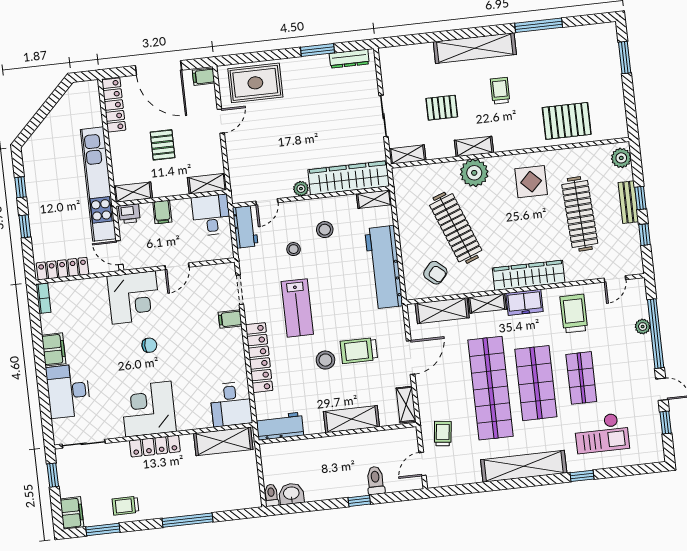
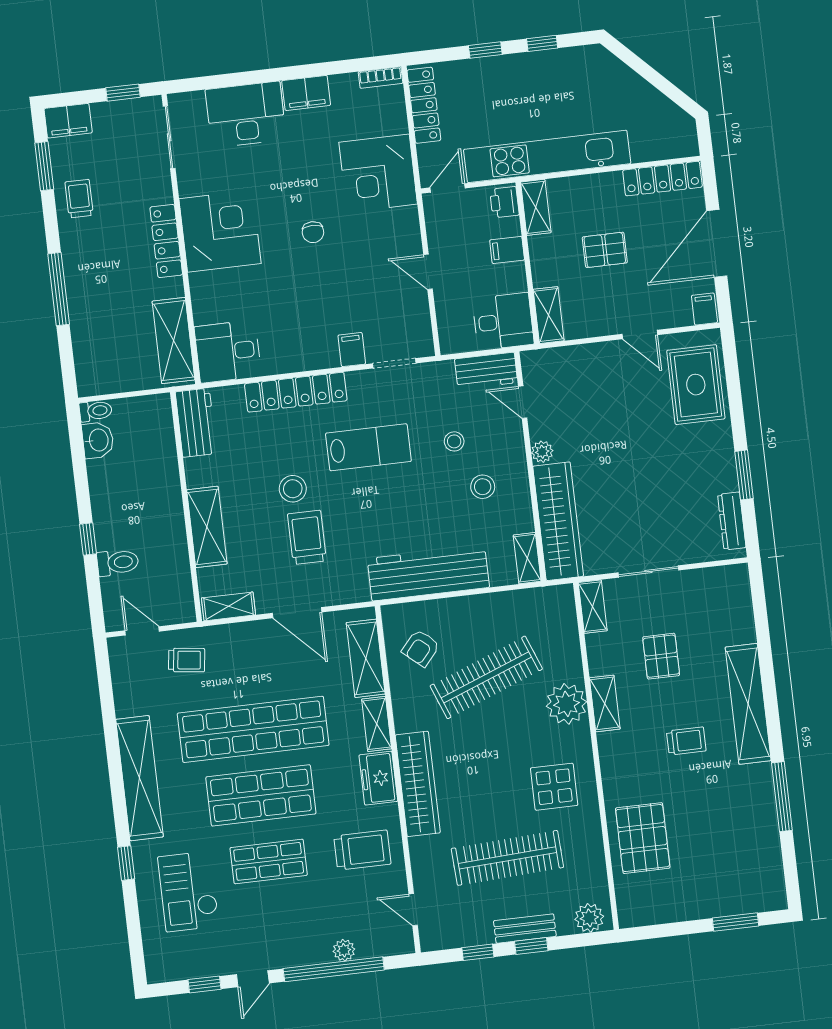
corner desk: (134, 297) -> (378, 173), moved
lab bench: (297, 308) -> (368, 447), turned 180

